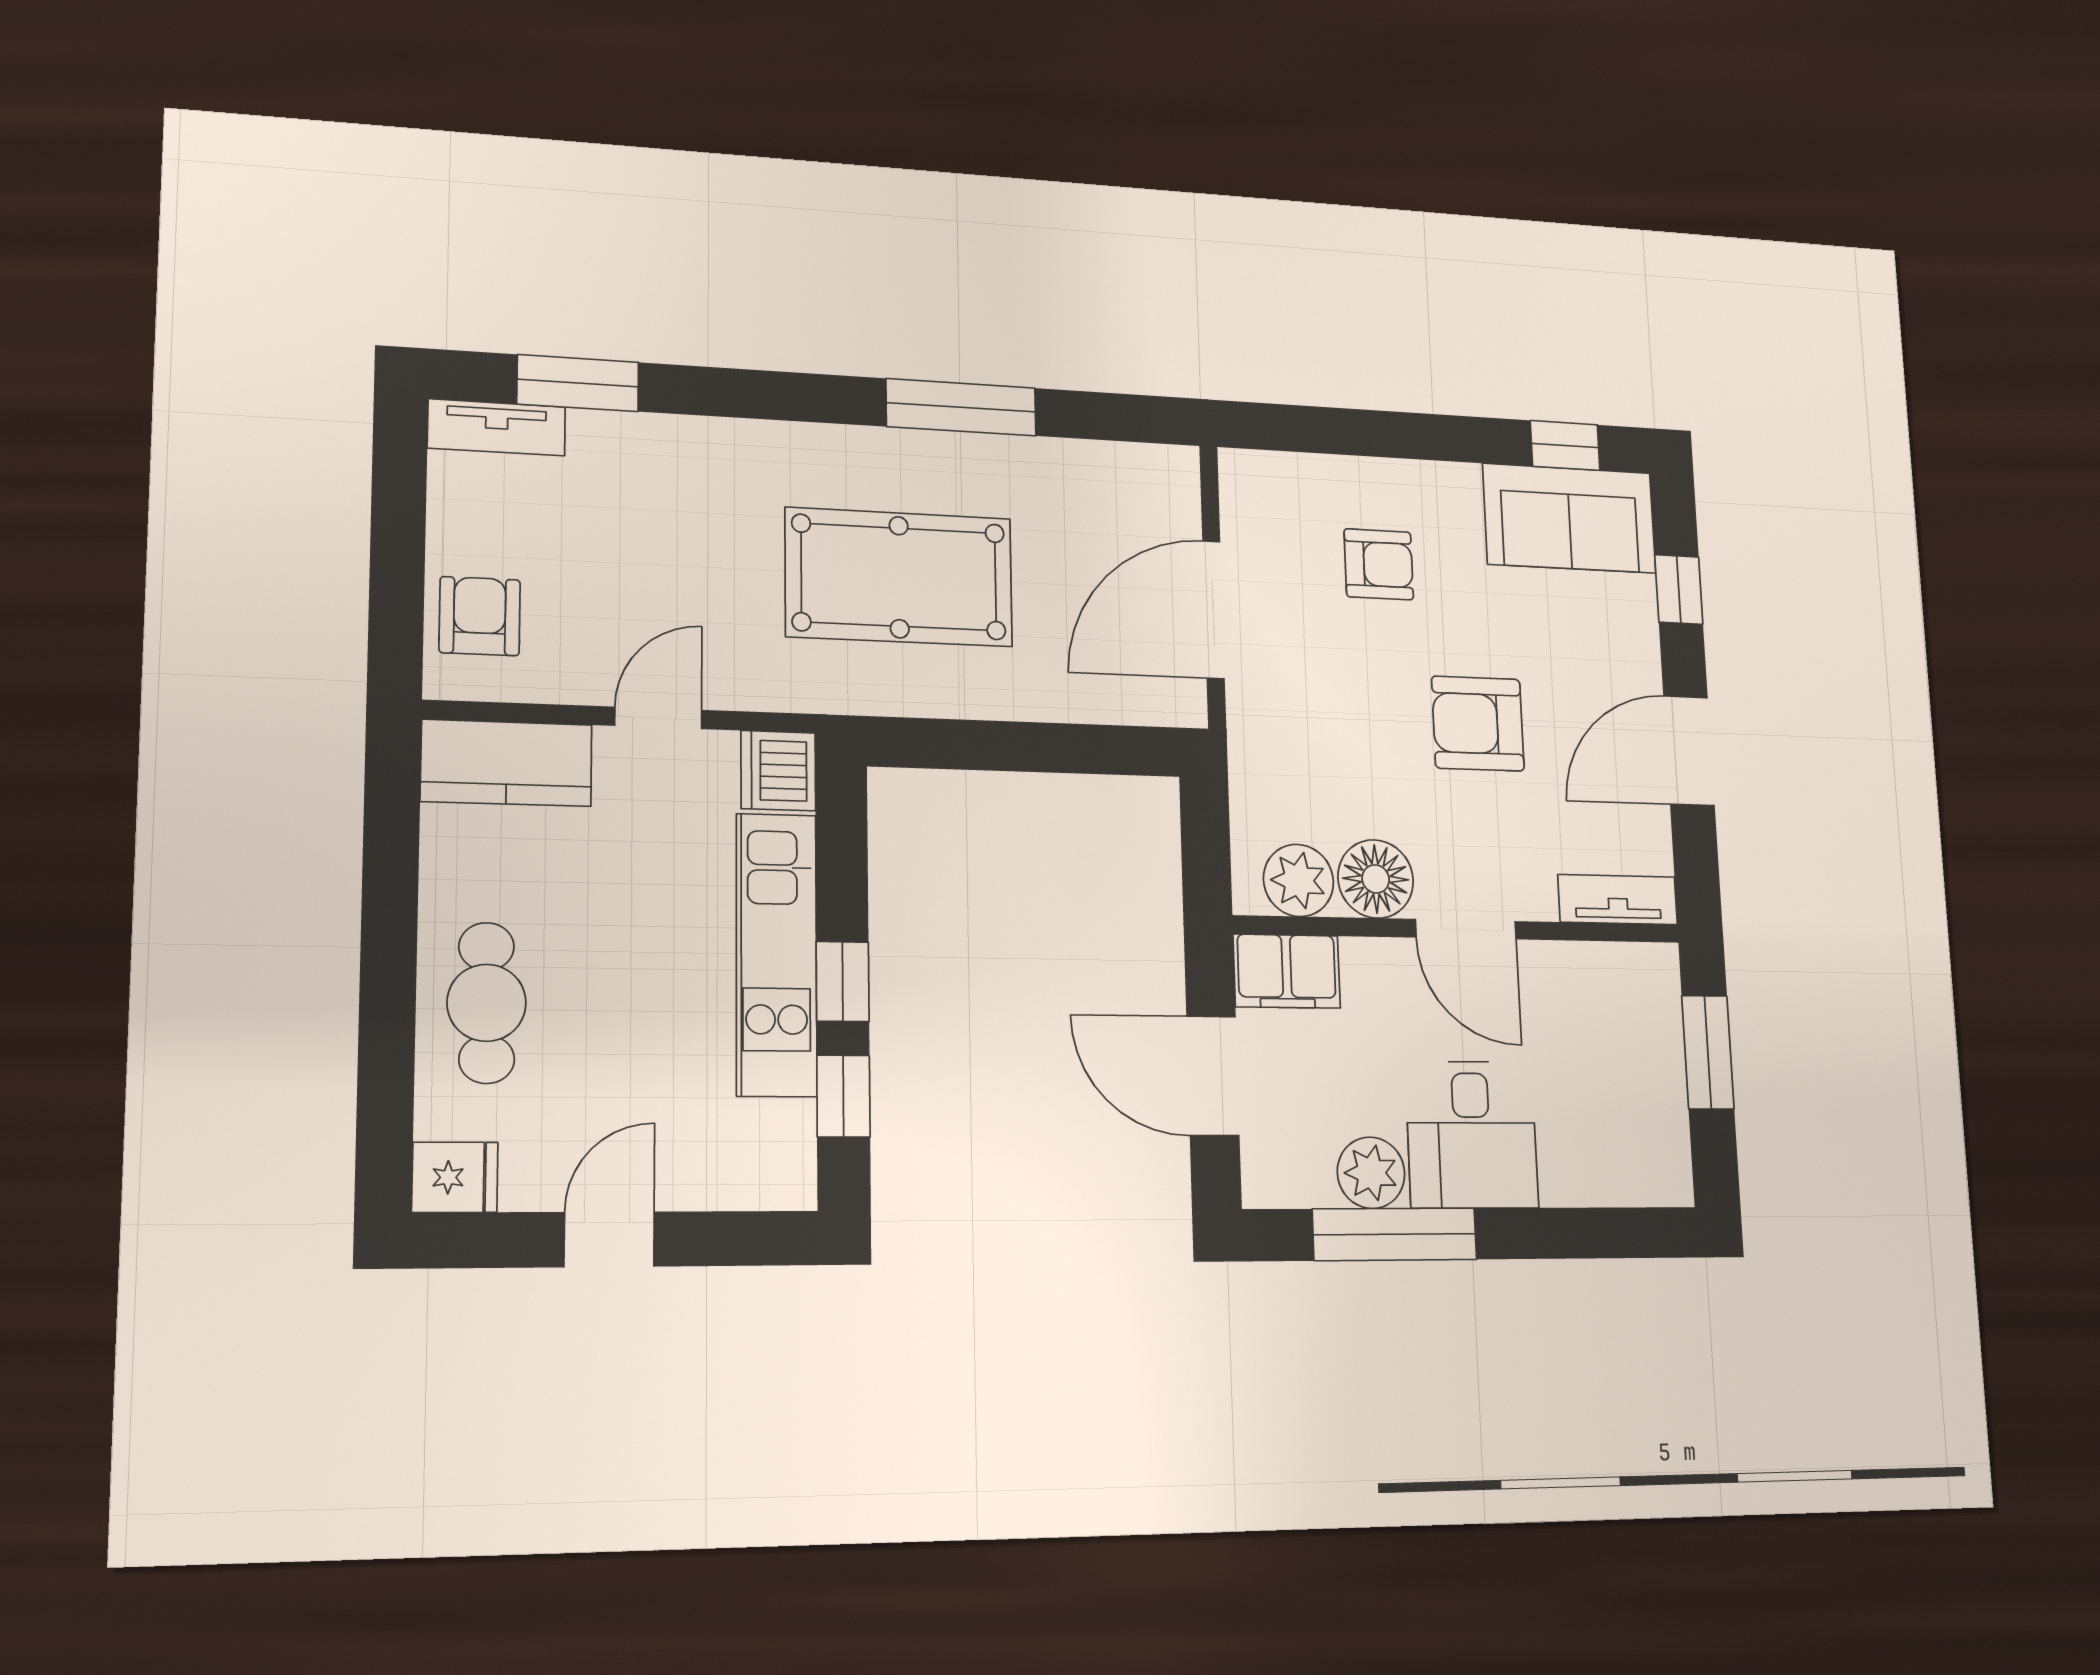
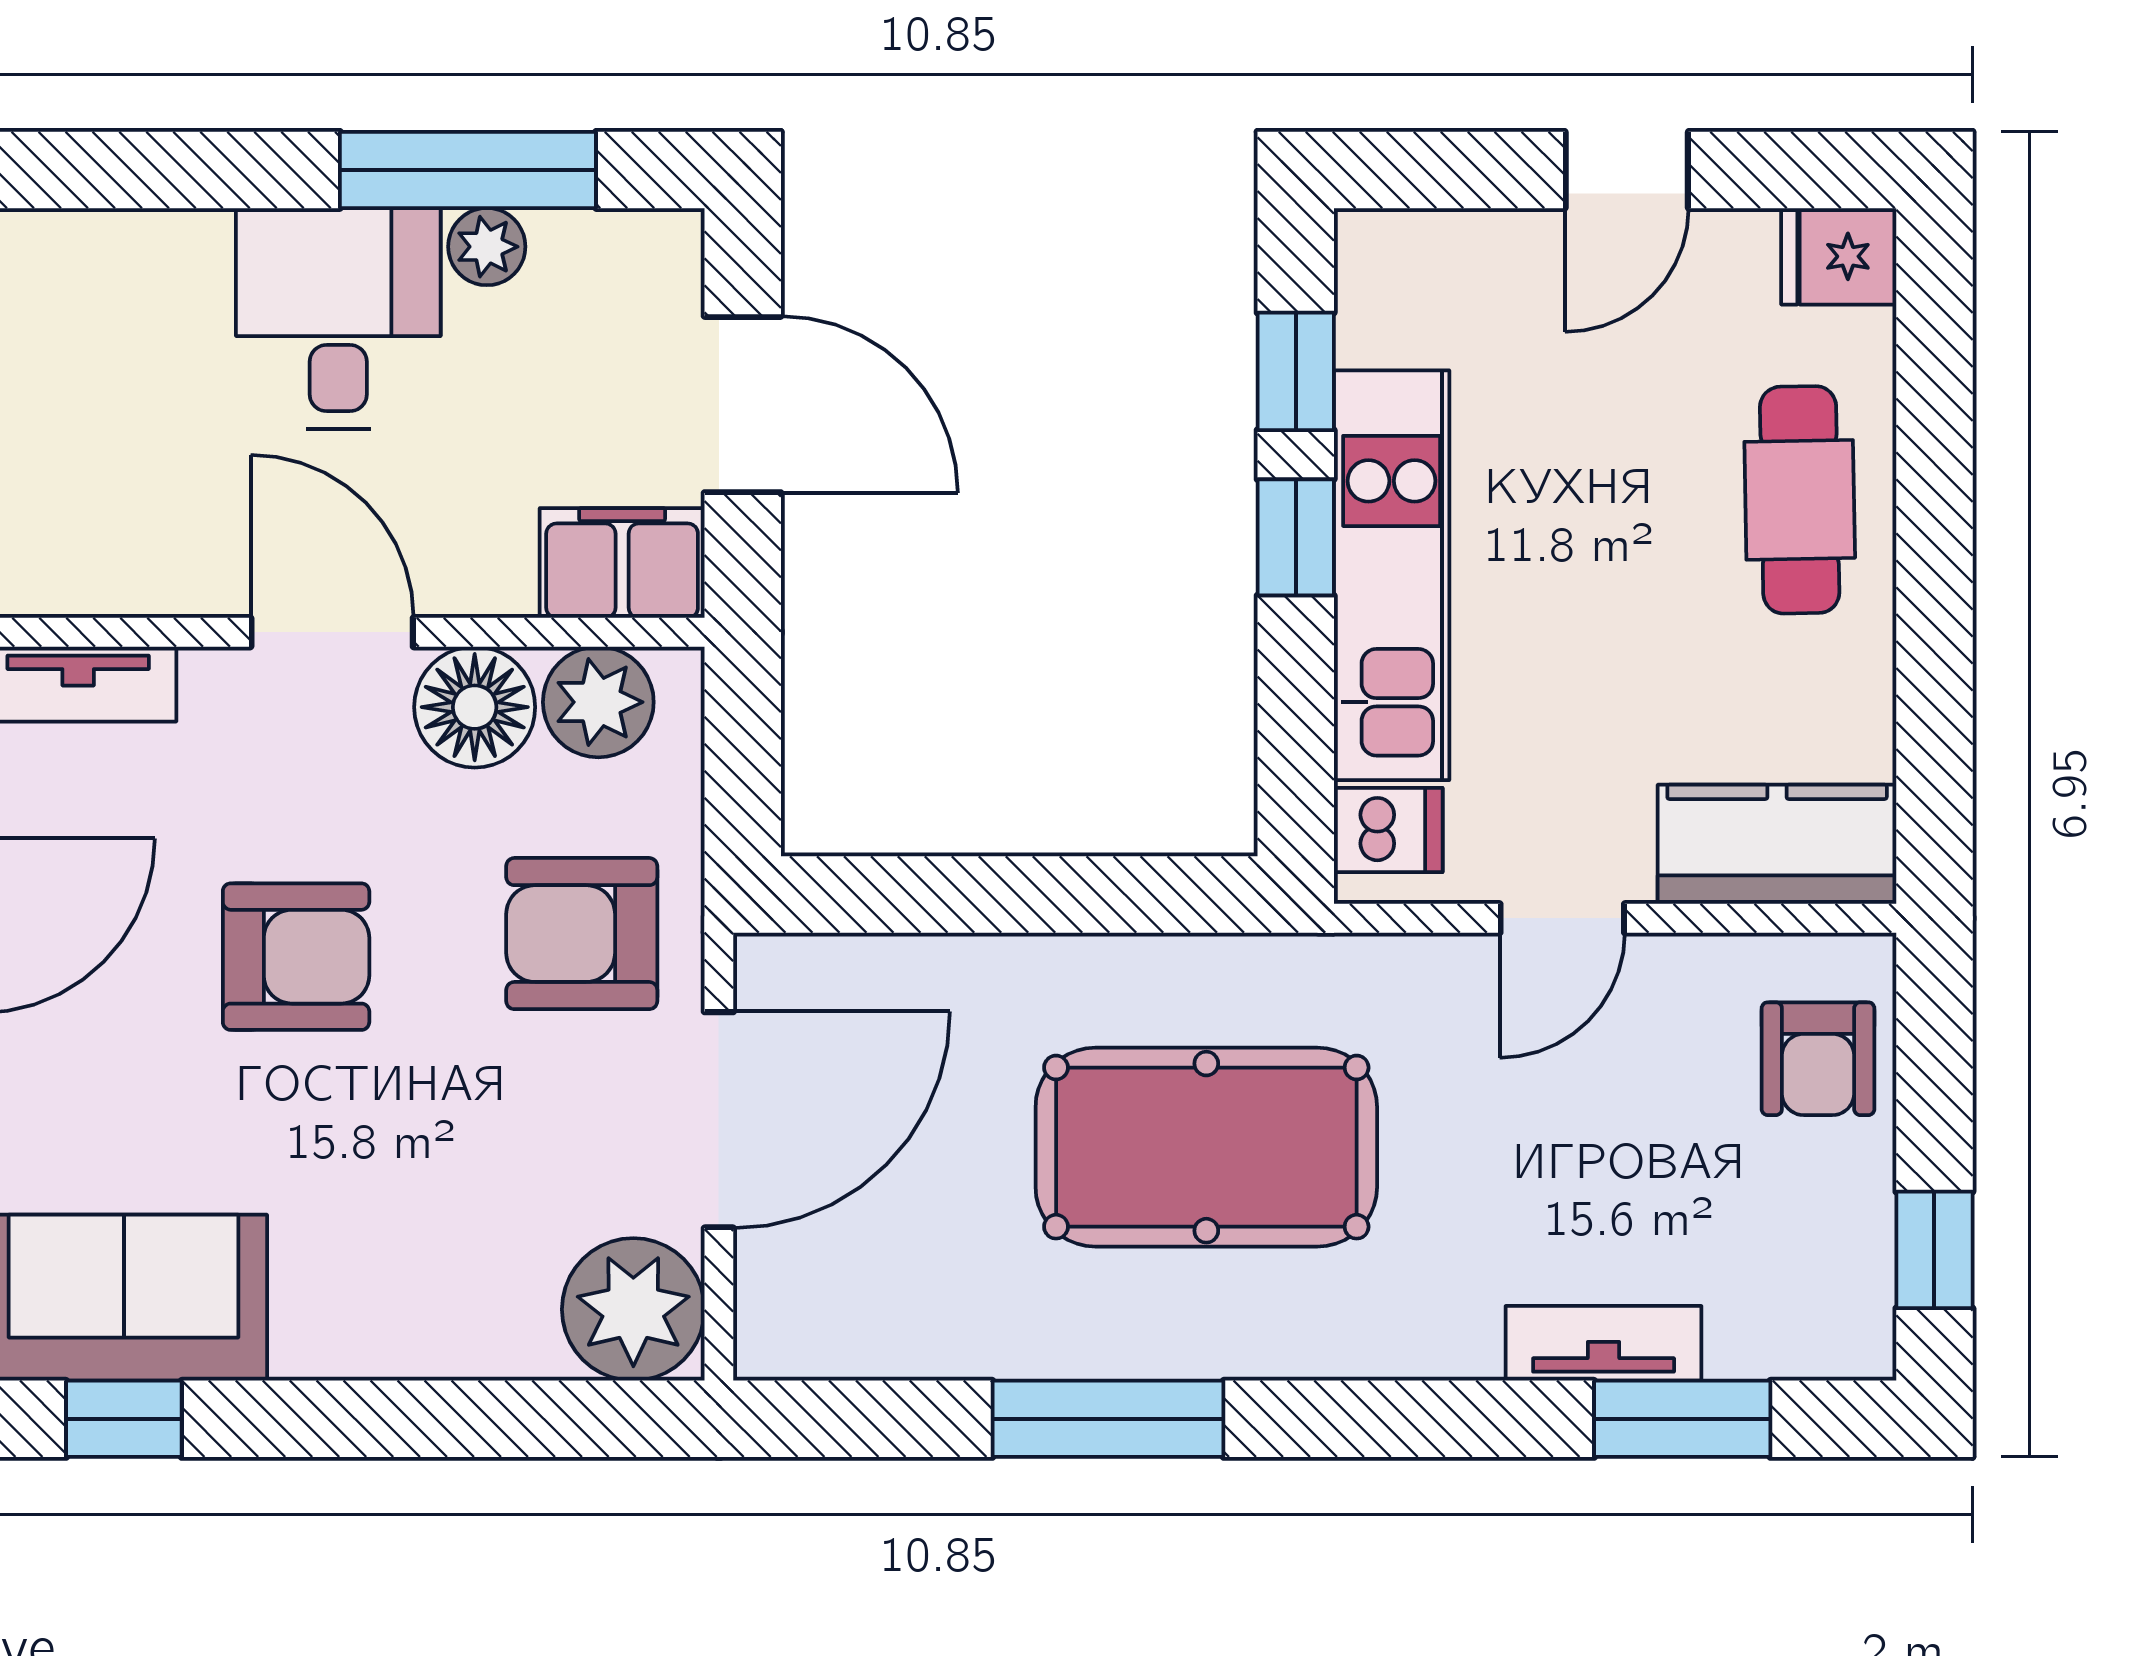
tv unit: (497, 427) -> (1604, 1343), moved
window: (399, 484) -> (1934, 1250), added
plant: (1263, 494) -> (633, 1309), added
armchair: (1379, 564) -> (582, 934), moved, width x1.38, depth x1.38
dishwasher: (778, 771) -> (1388, 830), width x0.73
plant: (1371, 1173) -> (487, 247), width x0.73, depth x0.73

